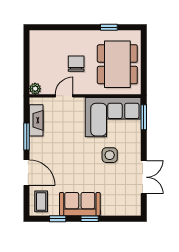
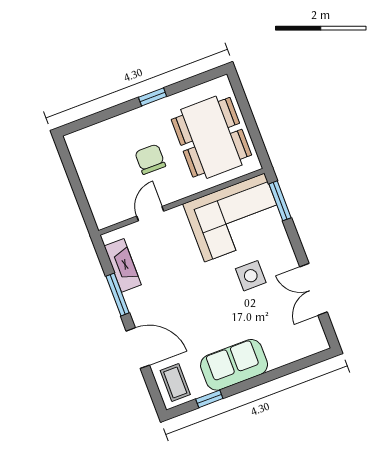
window: (109, 27) -> (153, 97), moved
plant: (35, 89) -> (104, 219), removed
double door: (144, 177) -> (313, 289), swing flipped
window: (90, 219) -> (257, 381), removed

